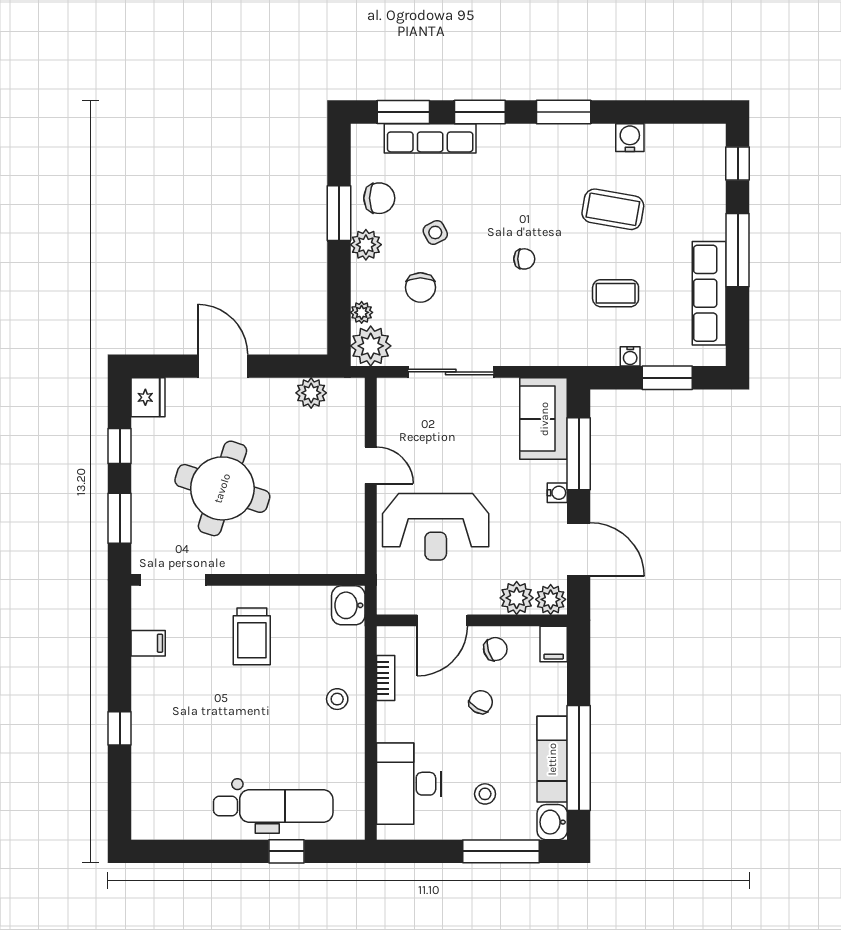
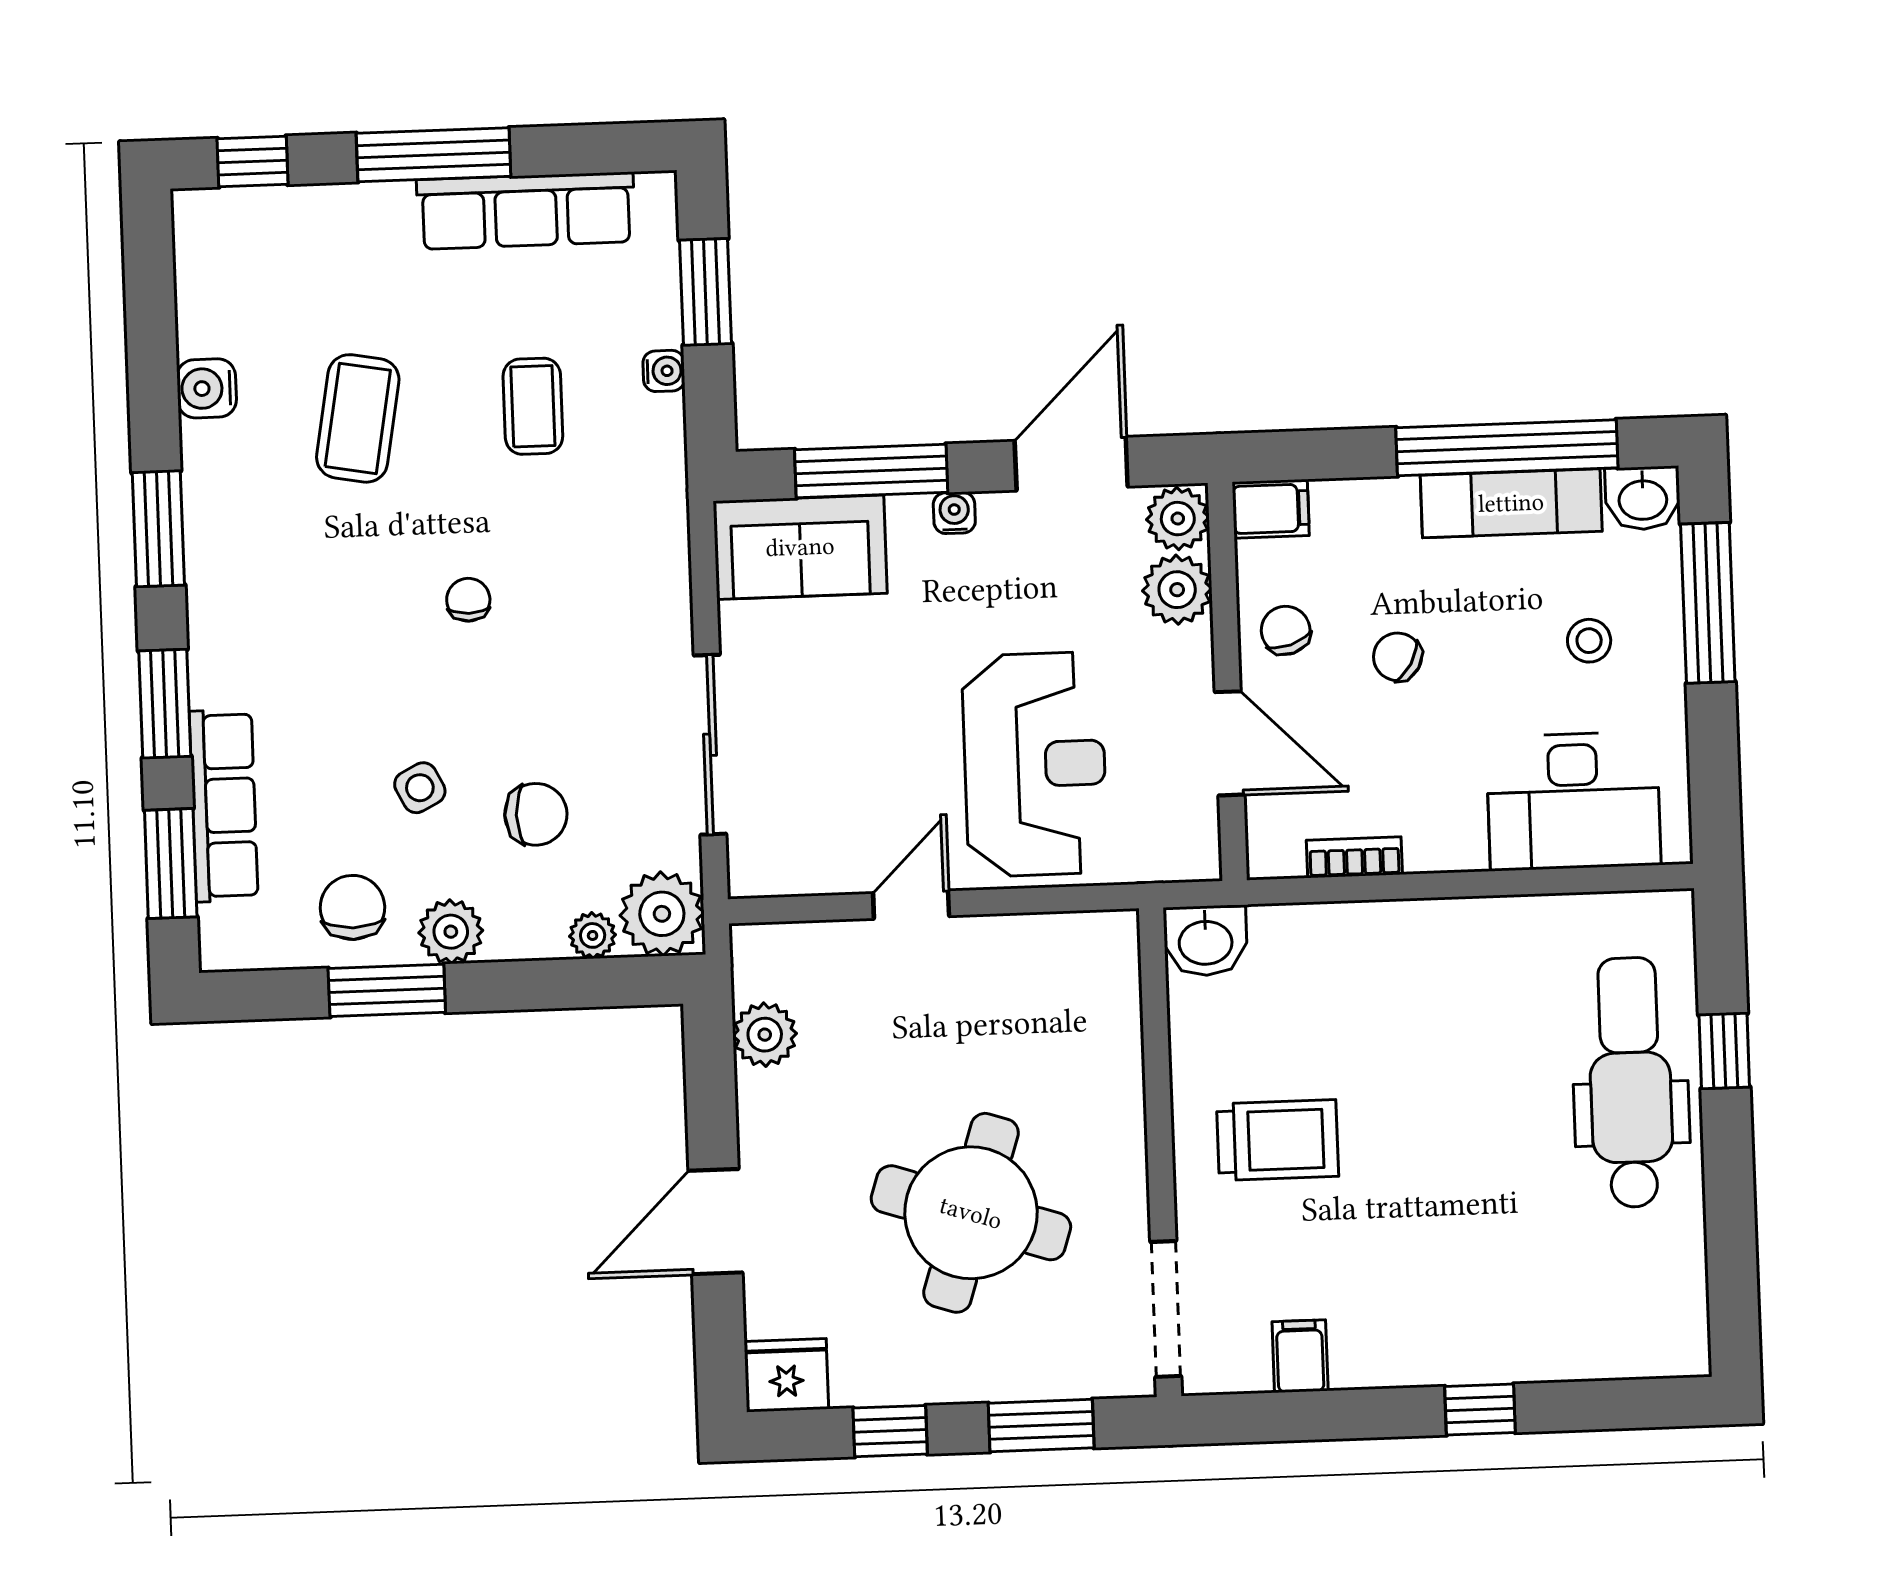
stool: (337, 699) -> (1402, 957), removed

